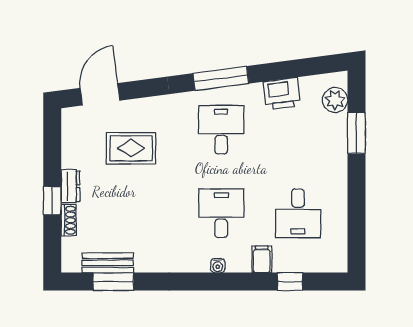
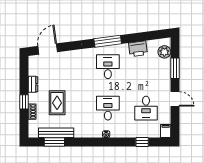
rug: (131, 148) -> (57, 103), moved, turned 90
dresser: (70, 186) -> (33, 84), moved
door: (356, 194) -> (175, 99), added
filing cabinet: (262, 259) -> (166, 131), moved
bench: (108, 263) -> (56, 133), width x1.36

